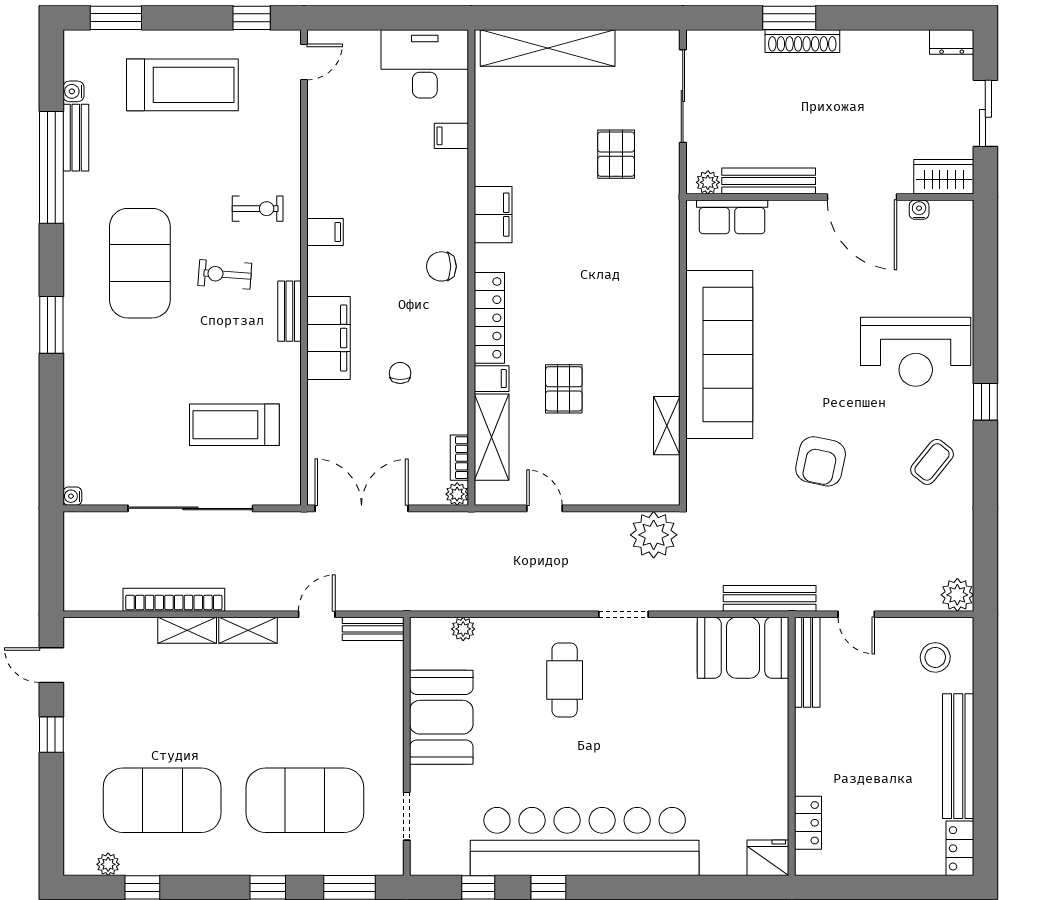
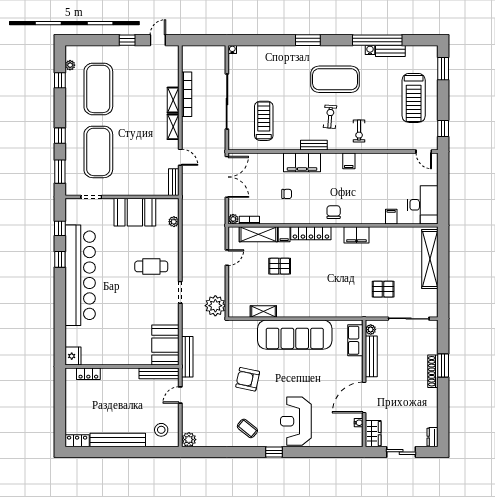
water cooler: (73, 91) -> (370, 50), moved

